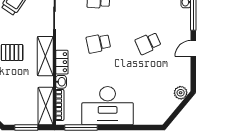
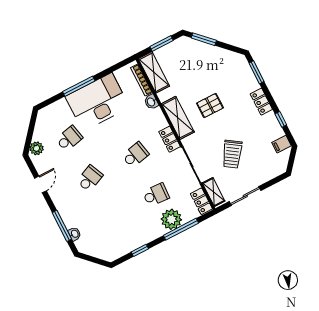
door: (193, 48) -> (40, 184), moved
locker: (62, 62) -> (170, 139), moved
school desk: (148, 87) -> (69, 138), added
window: (81, 128) -> (79, 86), moved

